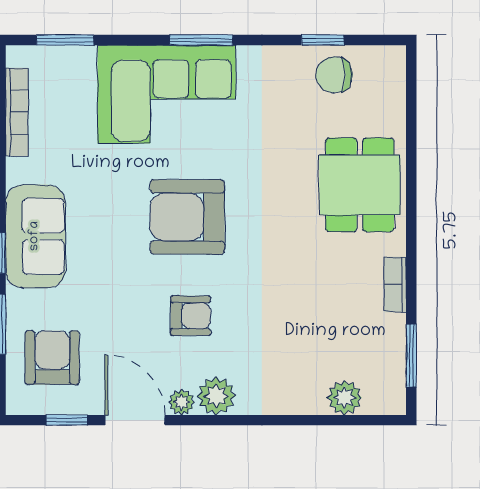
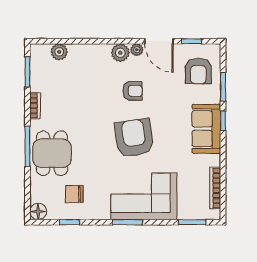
floor lamp: (389, 62) -> (38, 211), added
chair: (334, 75) -> (74, 194), moved, turned 180
window: (411, 199) -> (27, 146), added
armchair: (187, 217) -> (134, 138), turned -98
armchair: (191, 316) -> (132, 91), turned 180

